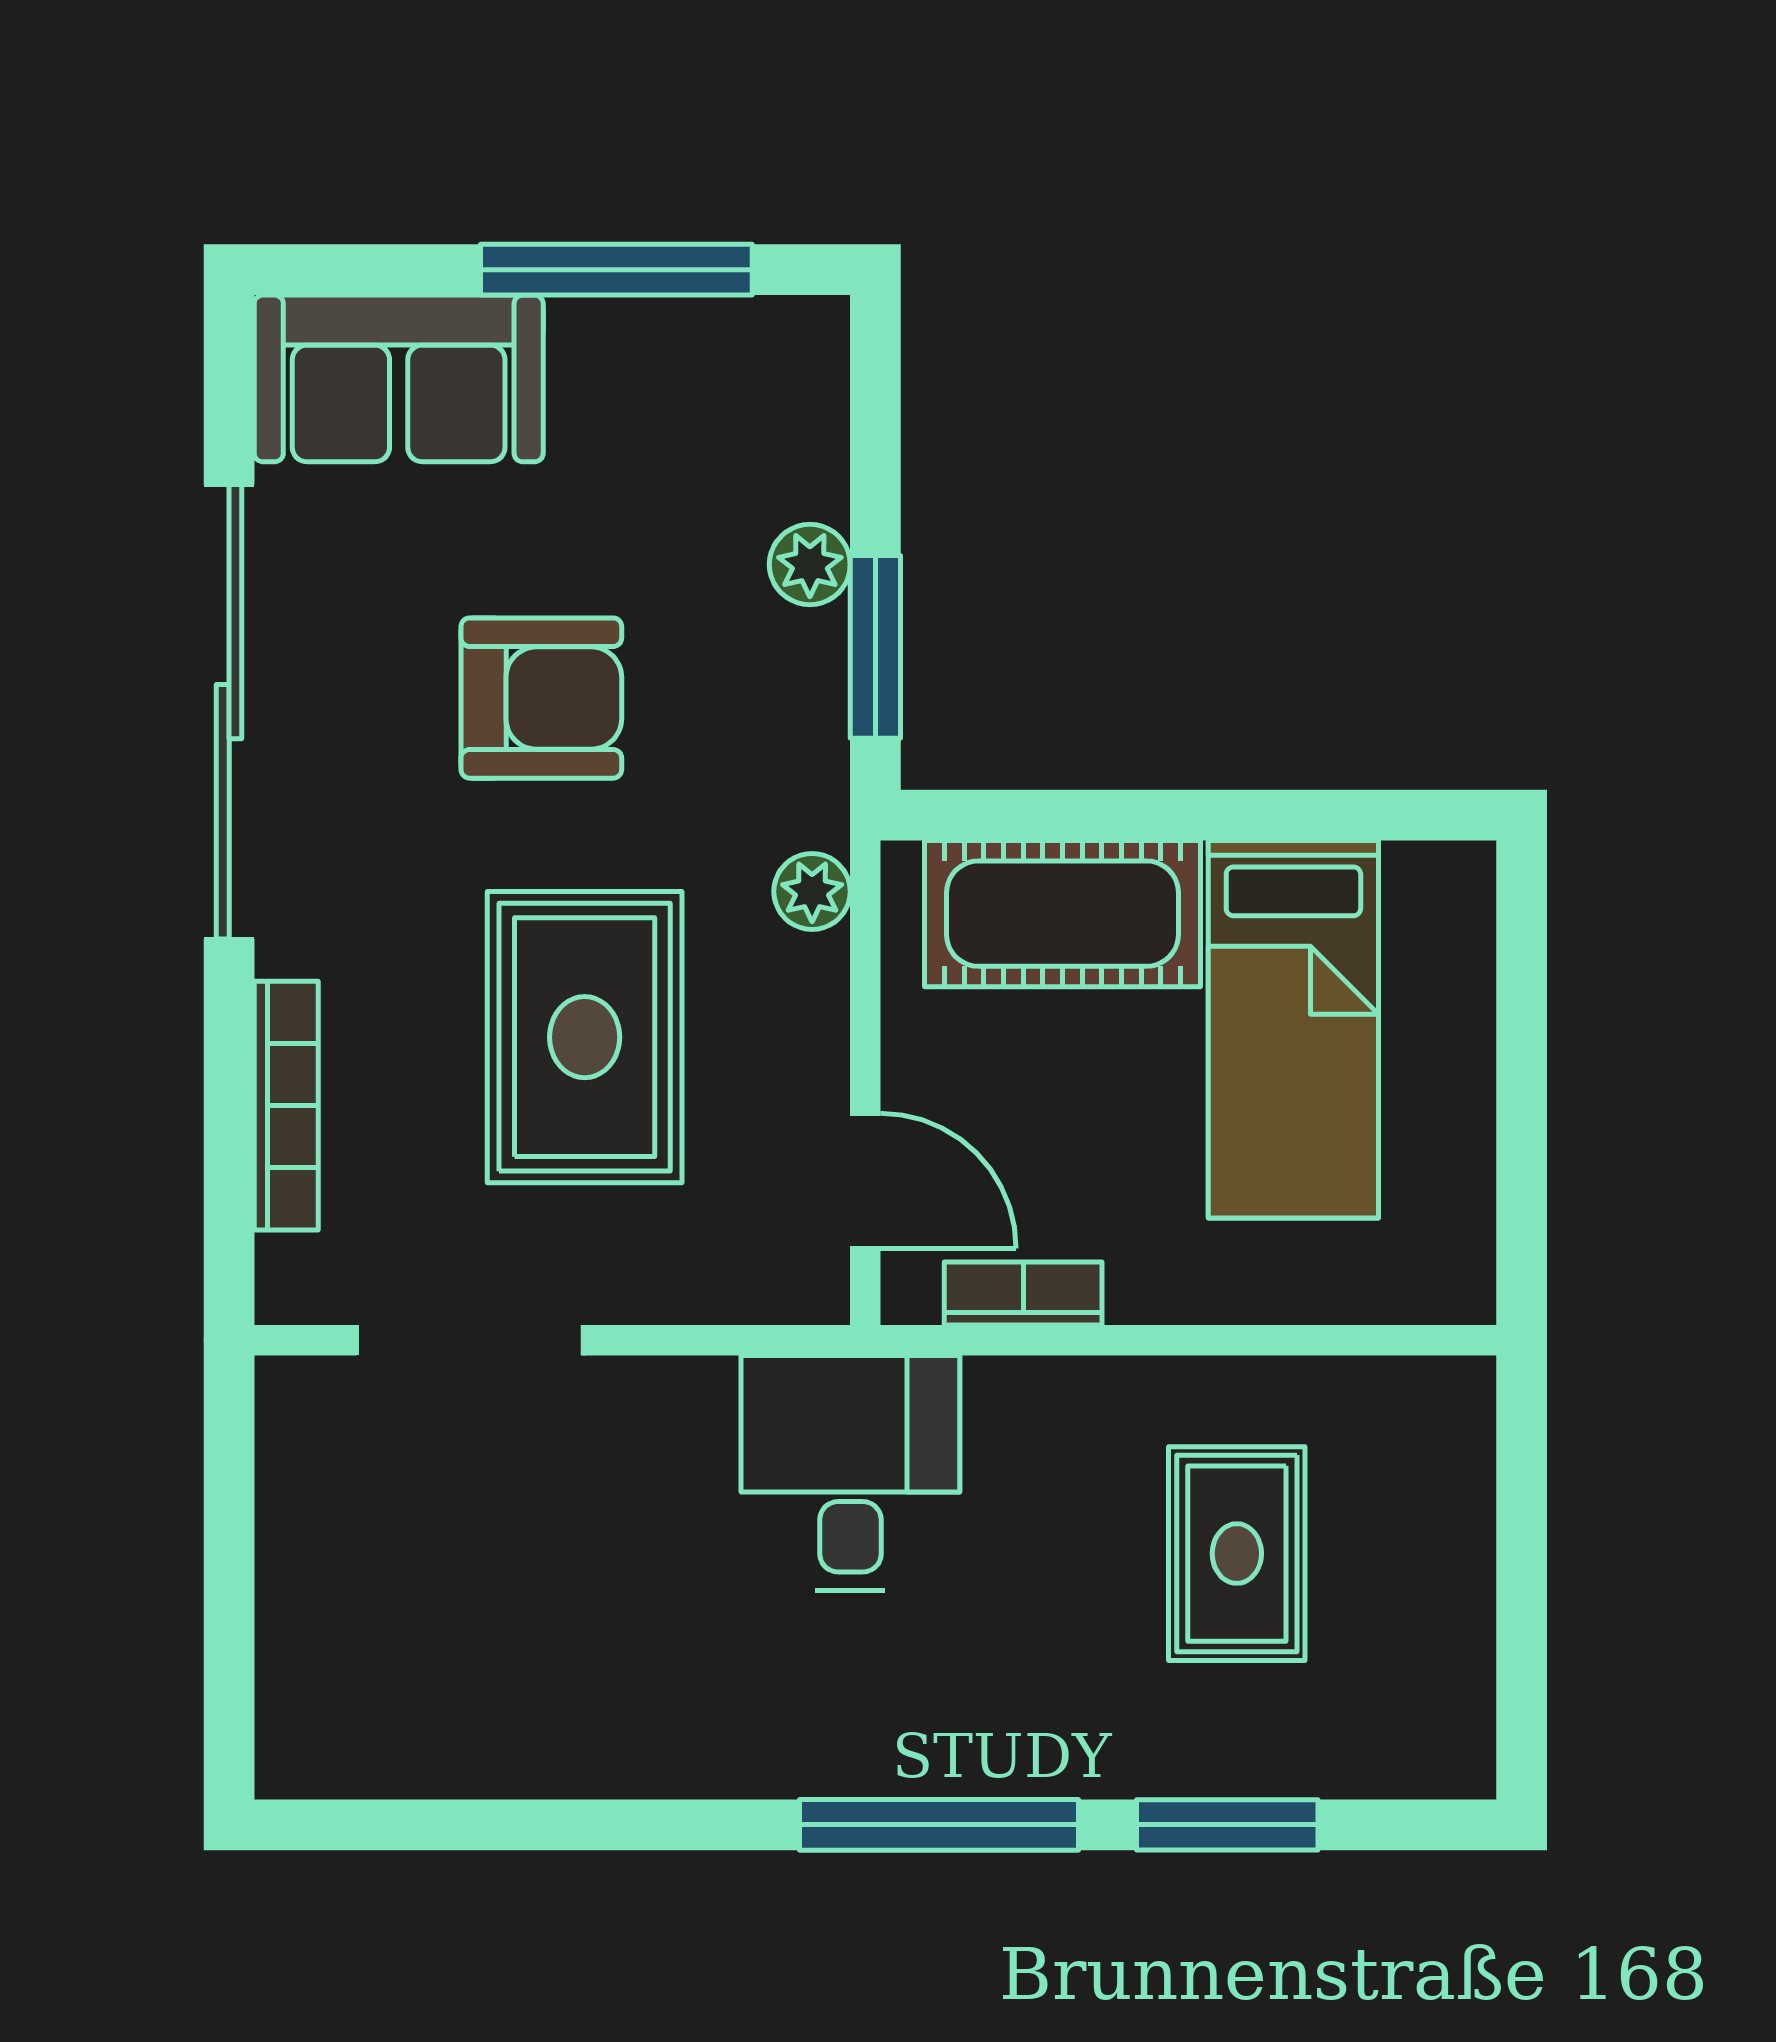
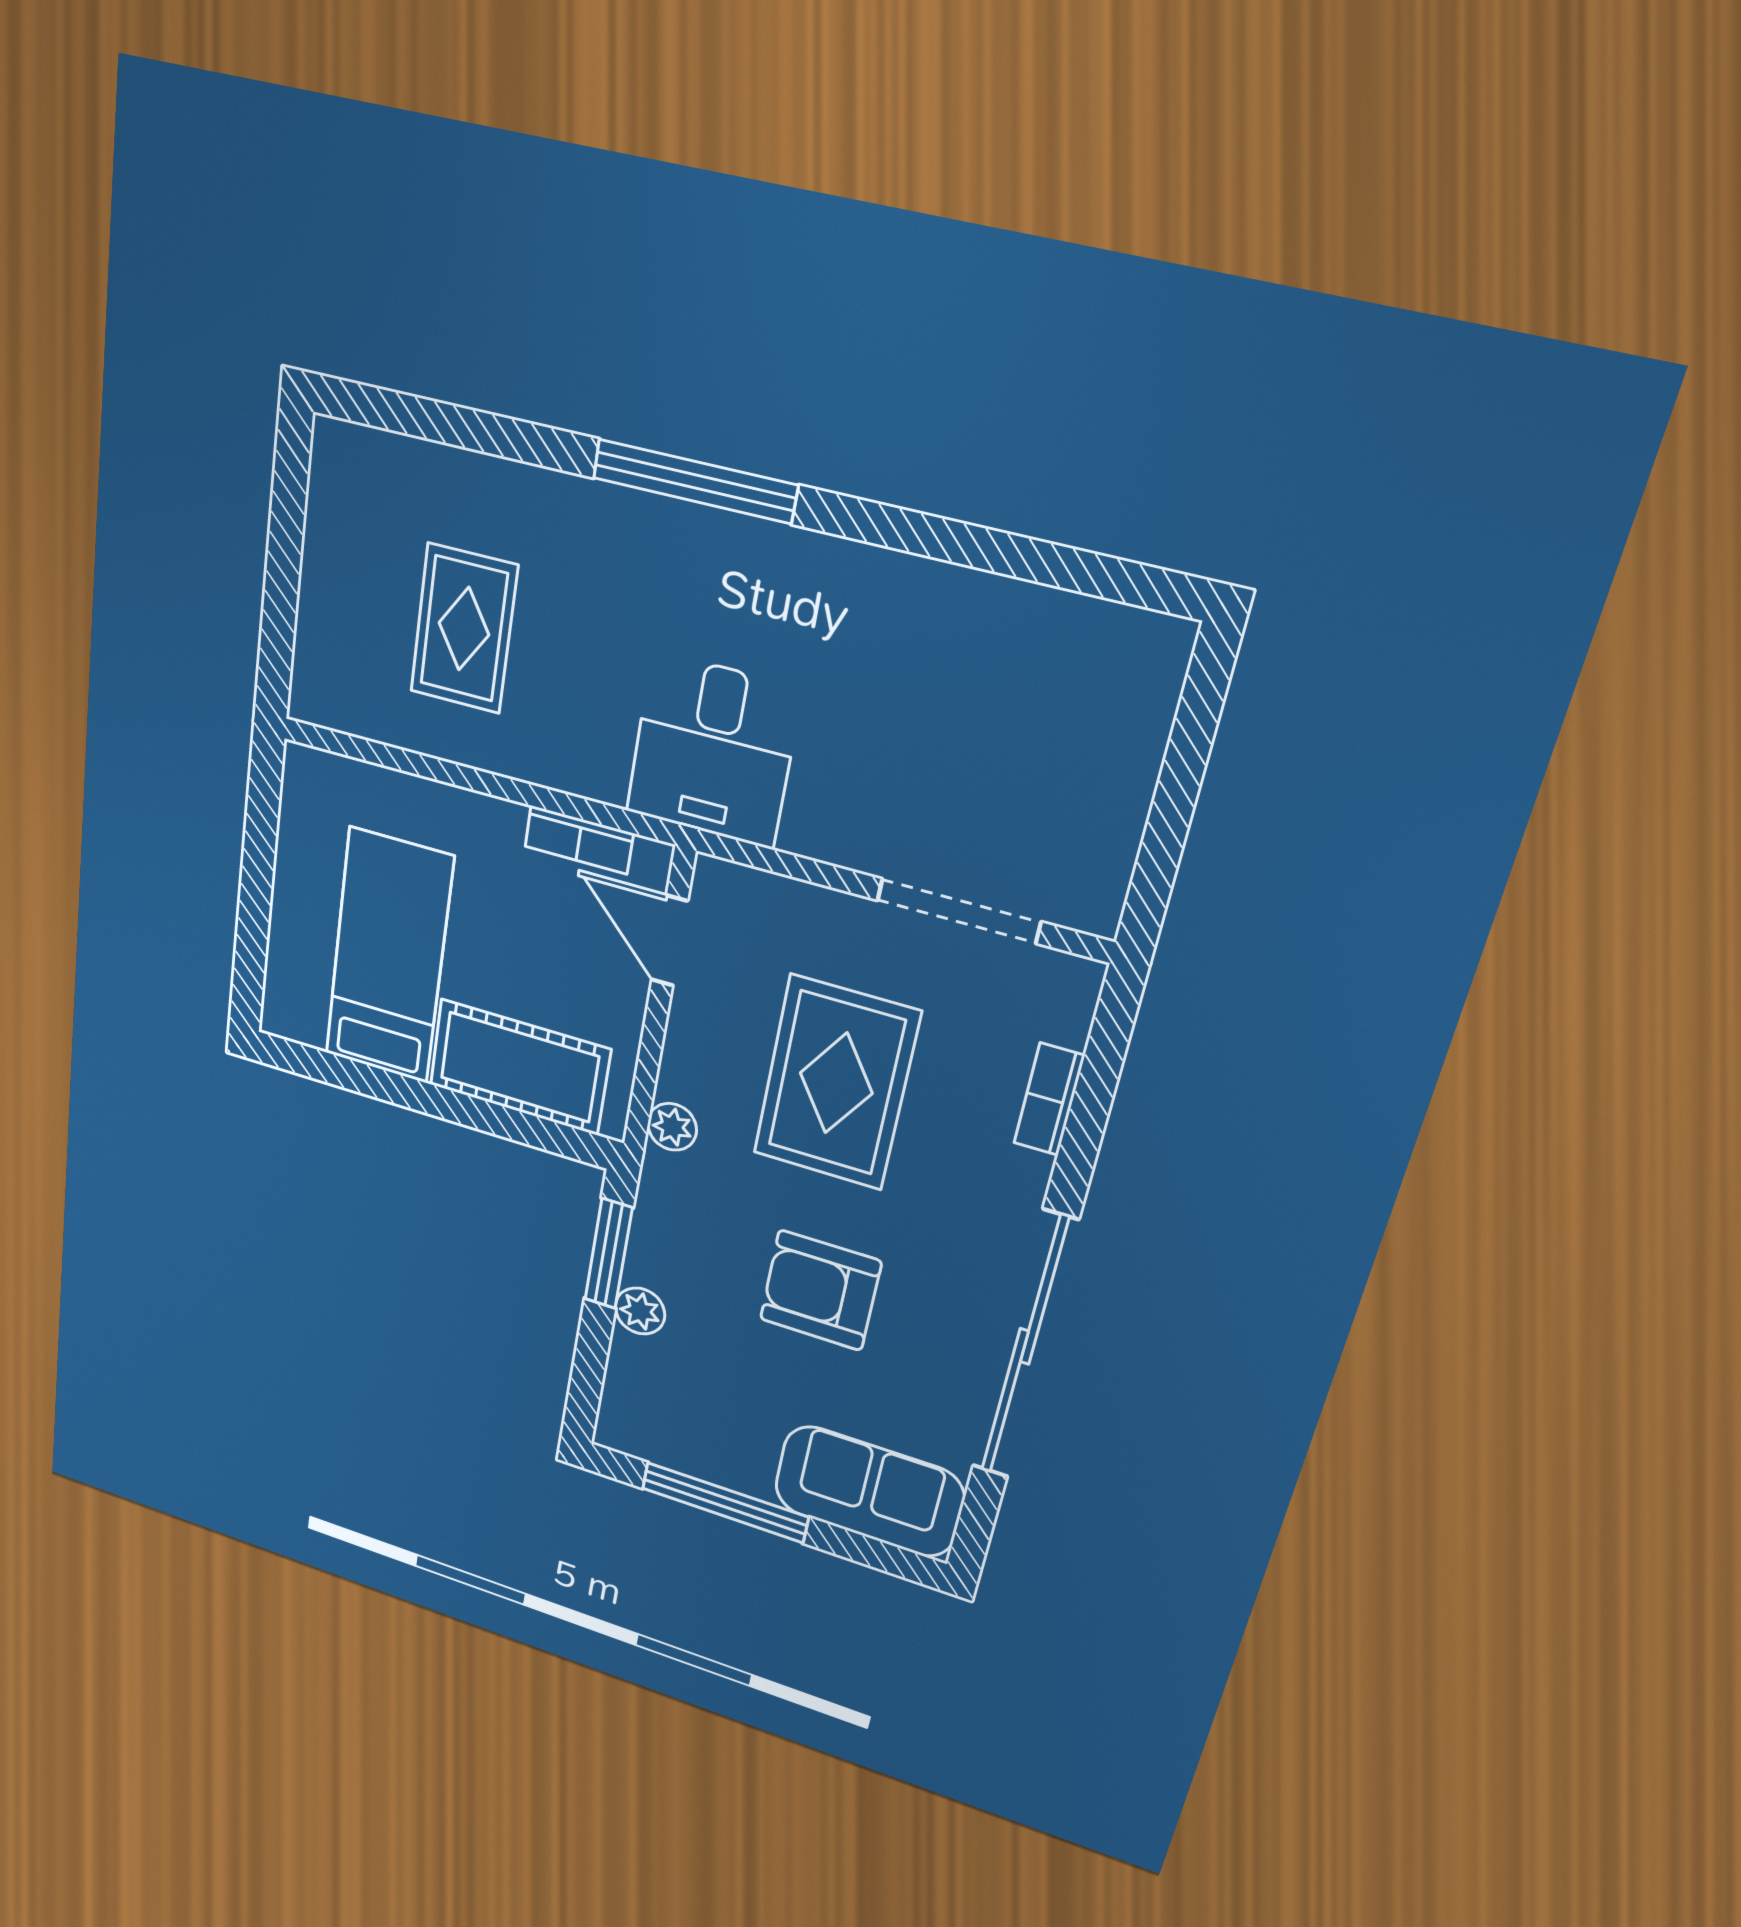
bookcase: (286, 1106) -> (1049, 1099), width x0.64
window: (1227, 1825) -> (494, 435), removed

